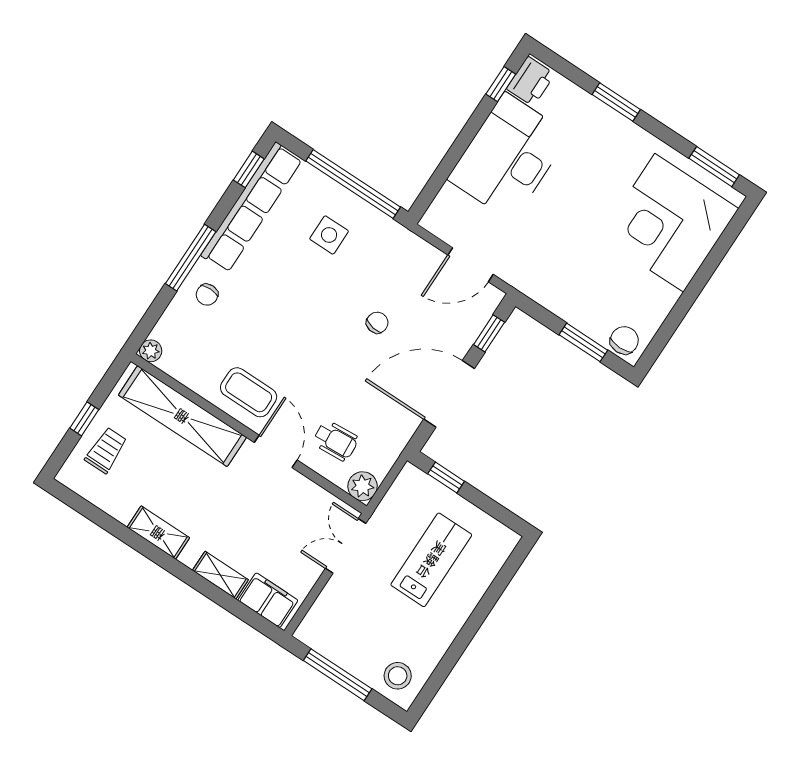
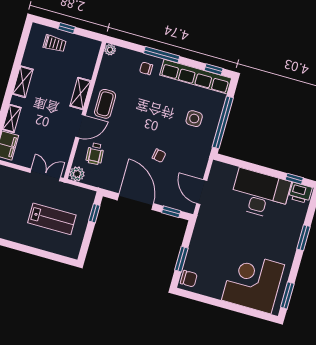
shelving: (182, 416) -> (80, 93), width x0.45, depth x0.75

